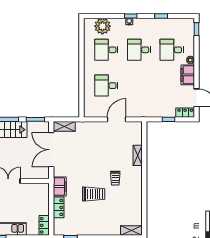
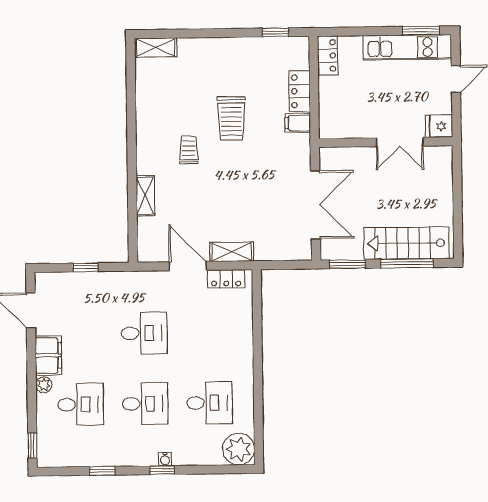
plant: (102, 26) -> (239, 449), moved
desk: (106, 86) -> (144, 333), moved
locker: (185, 113) -> (226, 279), moved
door: (117, 119) -> (188, 266), swing flipped
shelving: (64, 126) -> (232, 252), moved
filing cabinet: (60, 187) -> (298, 123), width x0.50
trolley: (94, 194) -> (231, 118), turned -90

